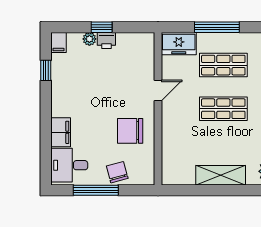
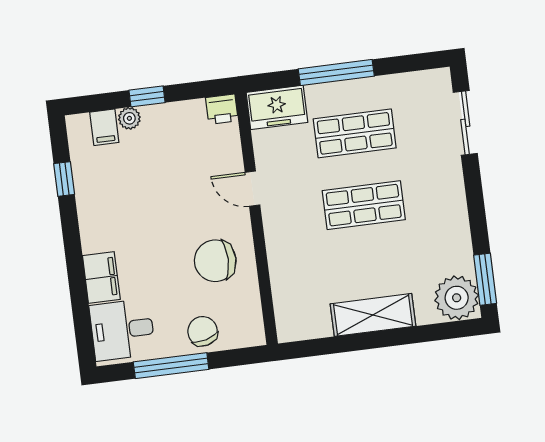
printer: (106, 40) -> (222, 109), moved
filing cabinet: (58, 42) -> (104, 127), moved
door: (158, 90) -> (252, 189), swing flipped

